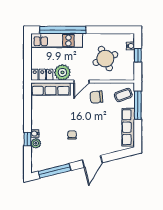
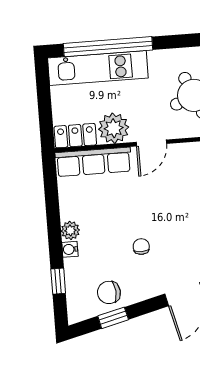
chair: (96, 97) -> (109, 292), moved
window: (28, 139) -> (58, 281), moved
plant: (36, 143) -> (70, 230), moved
window: (55, 171) -> (113, 318), width x0.46

